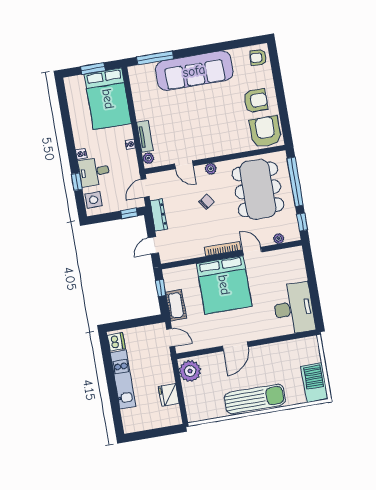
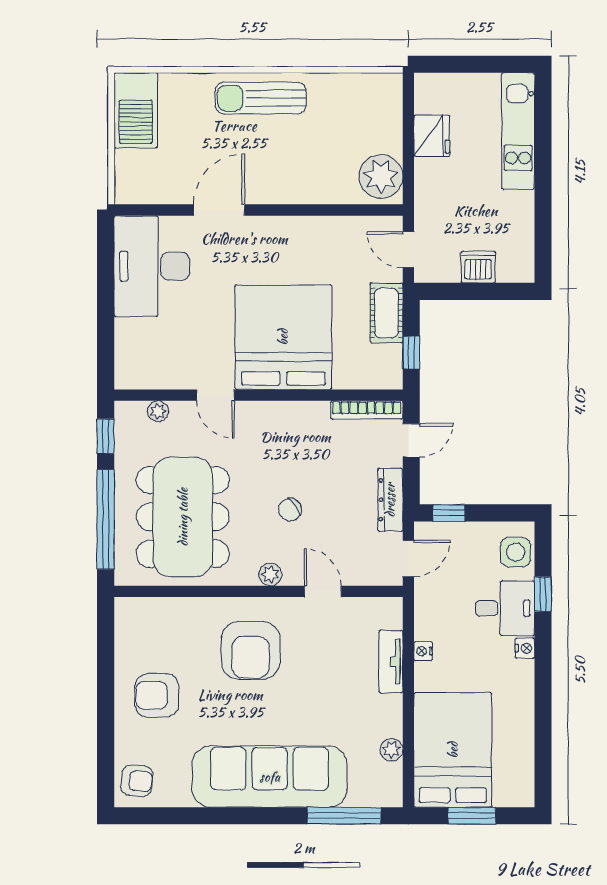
armchair: (265, 132) -> (251, 650), moved
plant: (148, 158) -> (391, 750), moved
bookcase: (223, 249) -> (367, 410), moved
dishwasher: (116, 342) -> (478, 267), moved, turned 90
door: (235, 346) -> (219, 210), moved
kitchen unit: (123, 379) -> (518, 131), moved
sun lounger: (255, 399) -> (261, 98), width x0.73, depth x0.75

